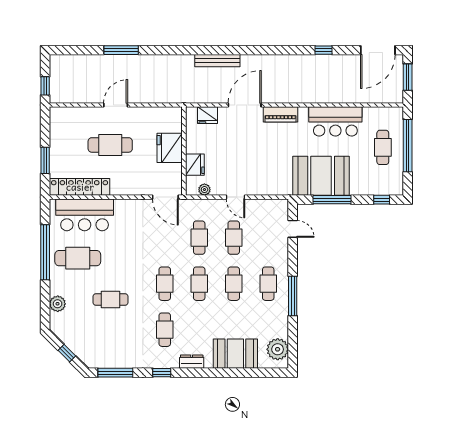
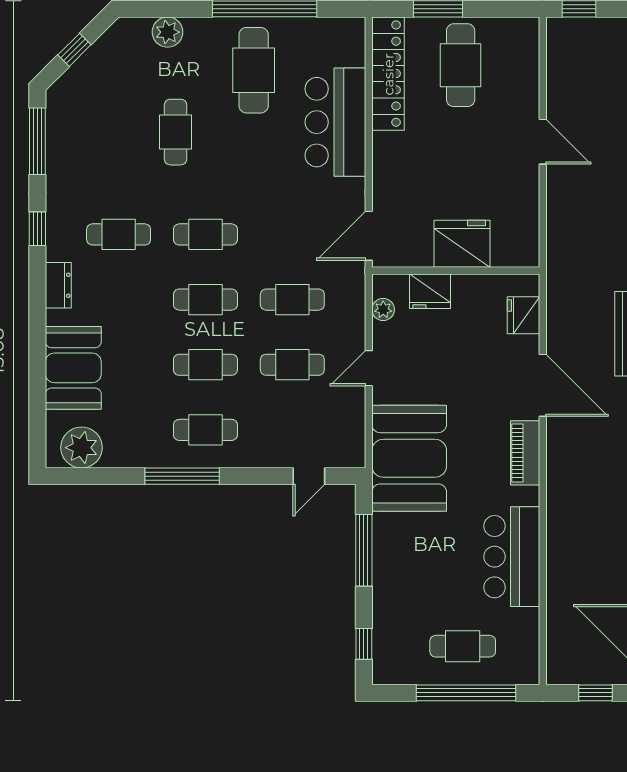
window: (408, 77) -> (595, 693), width x0.67
cafe table: (110, 145) -> (461, 65), moved
booth: (321, 176) -> (409, 458), moved
bar counter: (85, 215) -> (335, 122), moved

